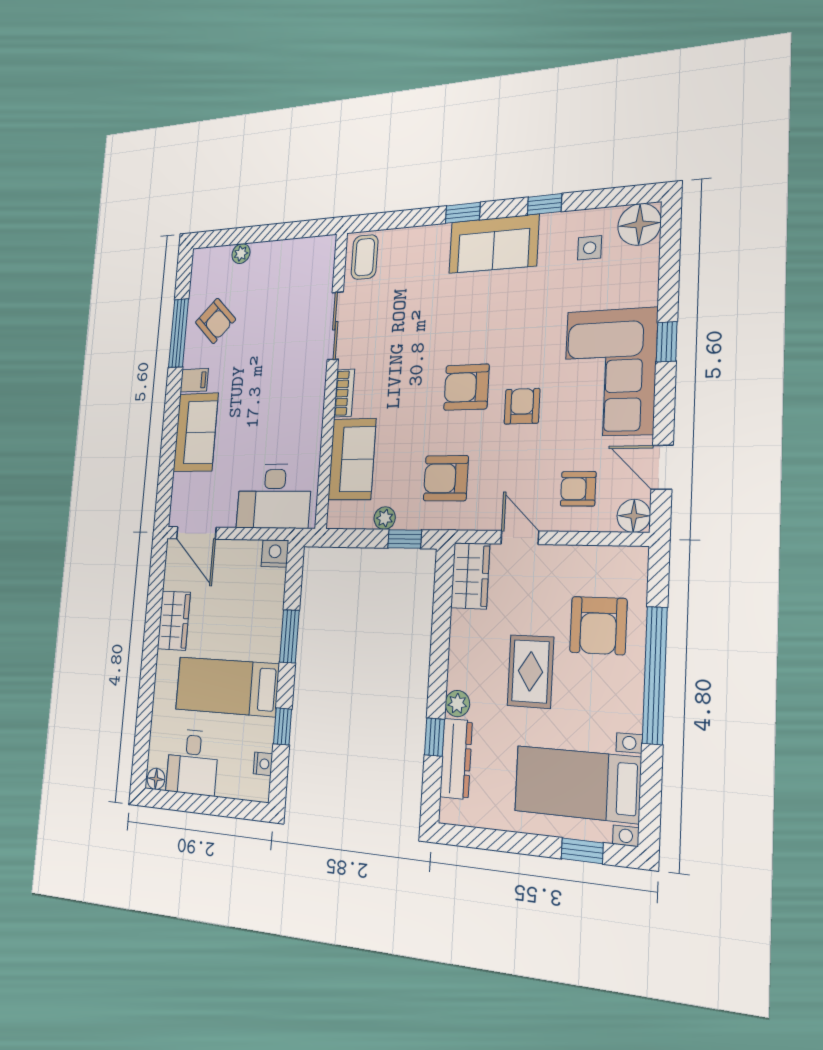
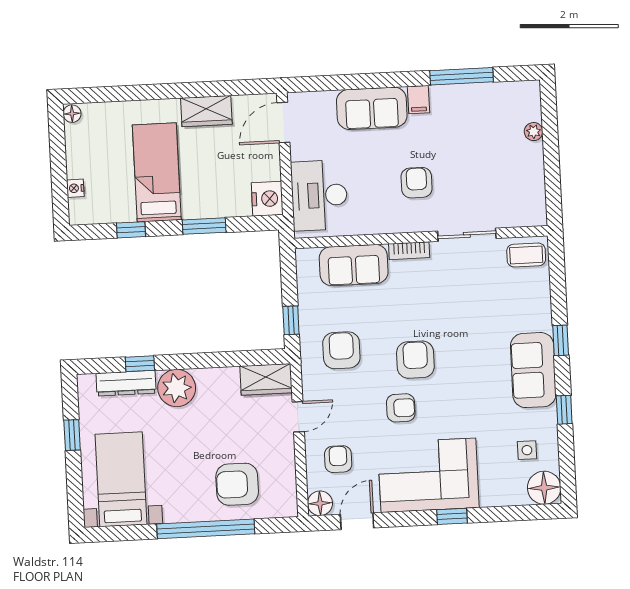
armchair: (215, 321) -> (417, 183), moved, turned 135
plant: (385, 518) -> (307, 301), removed
nightstand: (275, 553) -> (267, 199), width x1.36, depth x1.33
rug: (530, 671) -> (198, 436), removed
plant: (457, 704) -> (177, 388), width x1.88, depth x1.88
desk: (192, 762) -> (91, 148), removed
nightstand: (263, 764) -> (75, 188), moved, turned 90
window: (582, 851) -> (72, 435), moved

